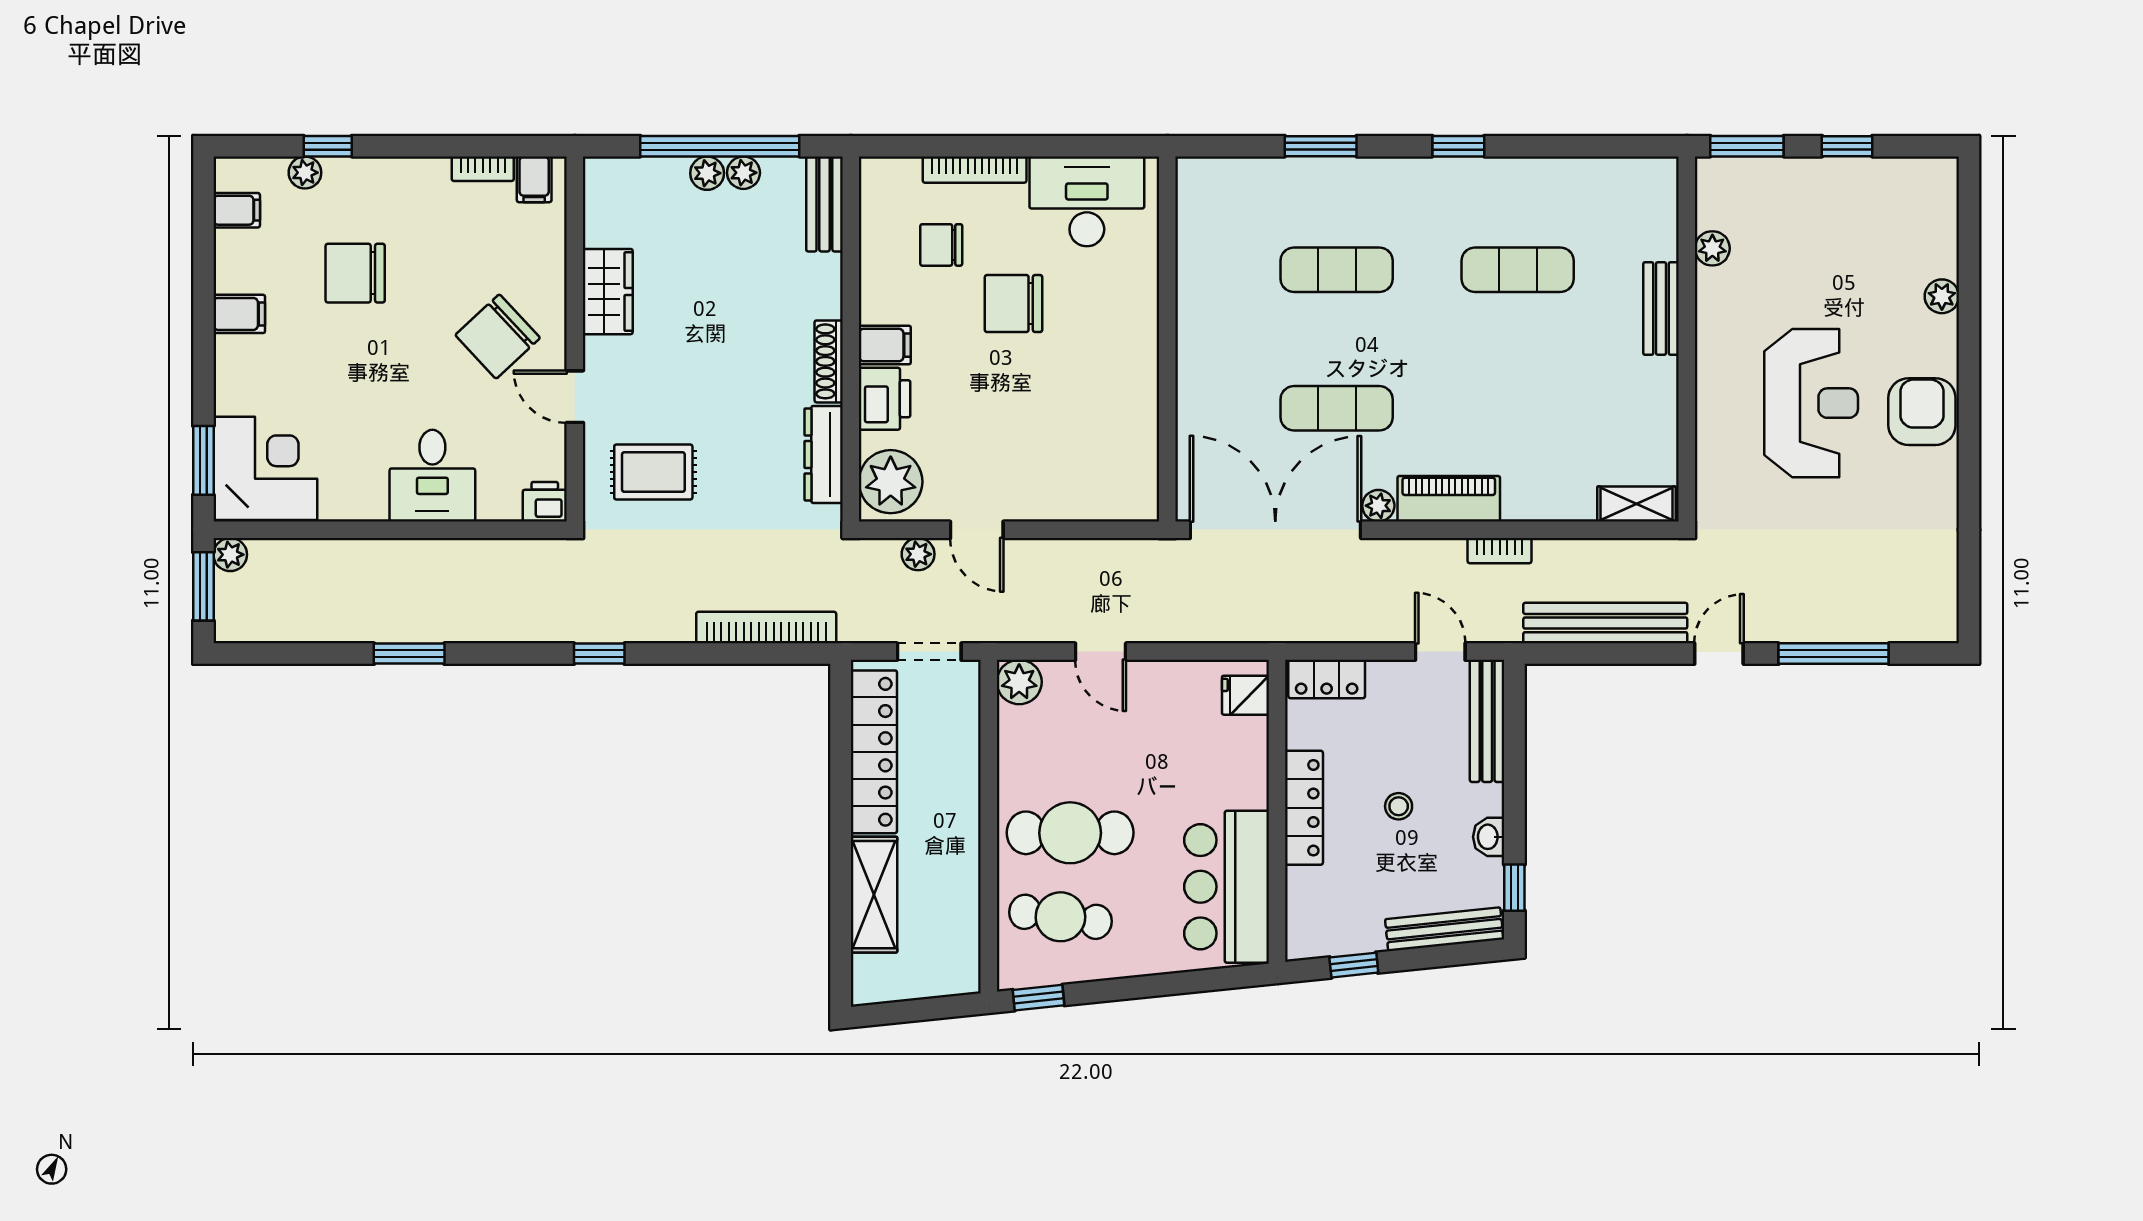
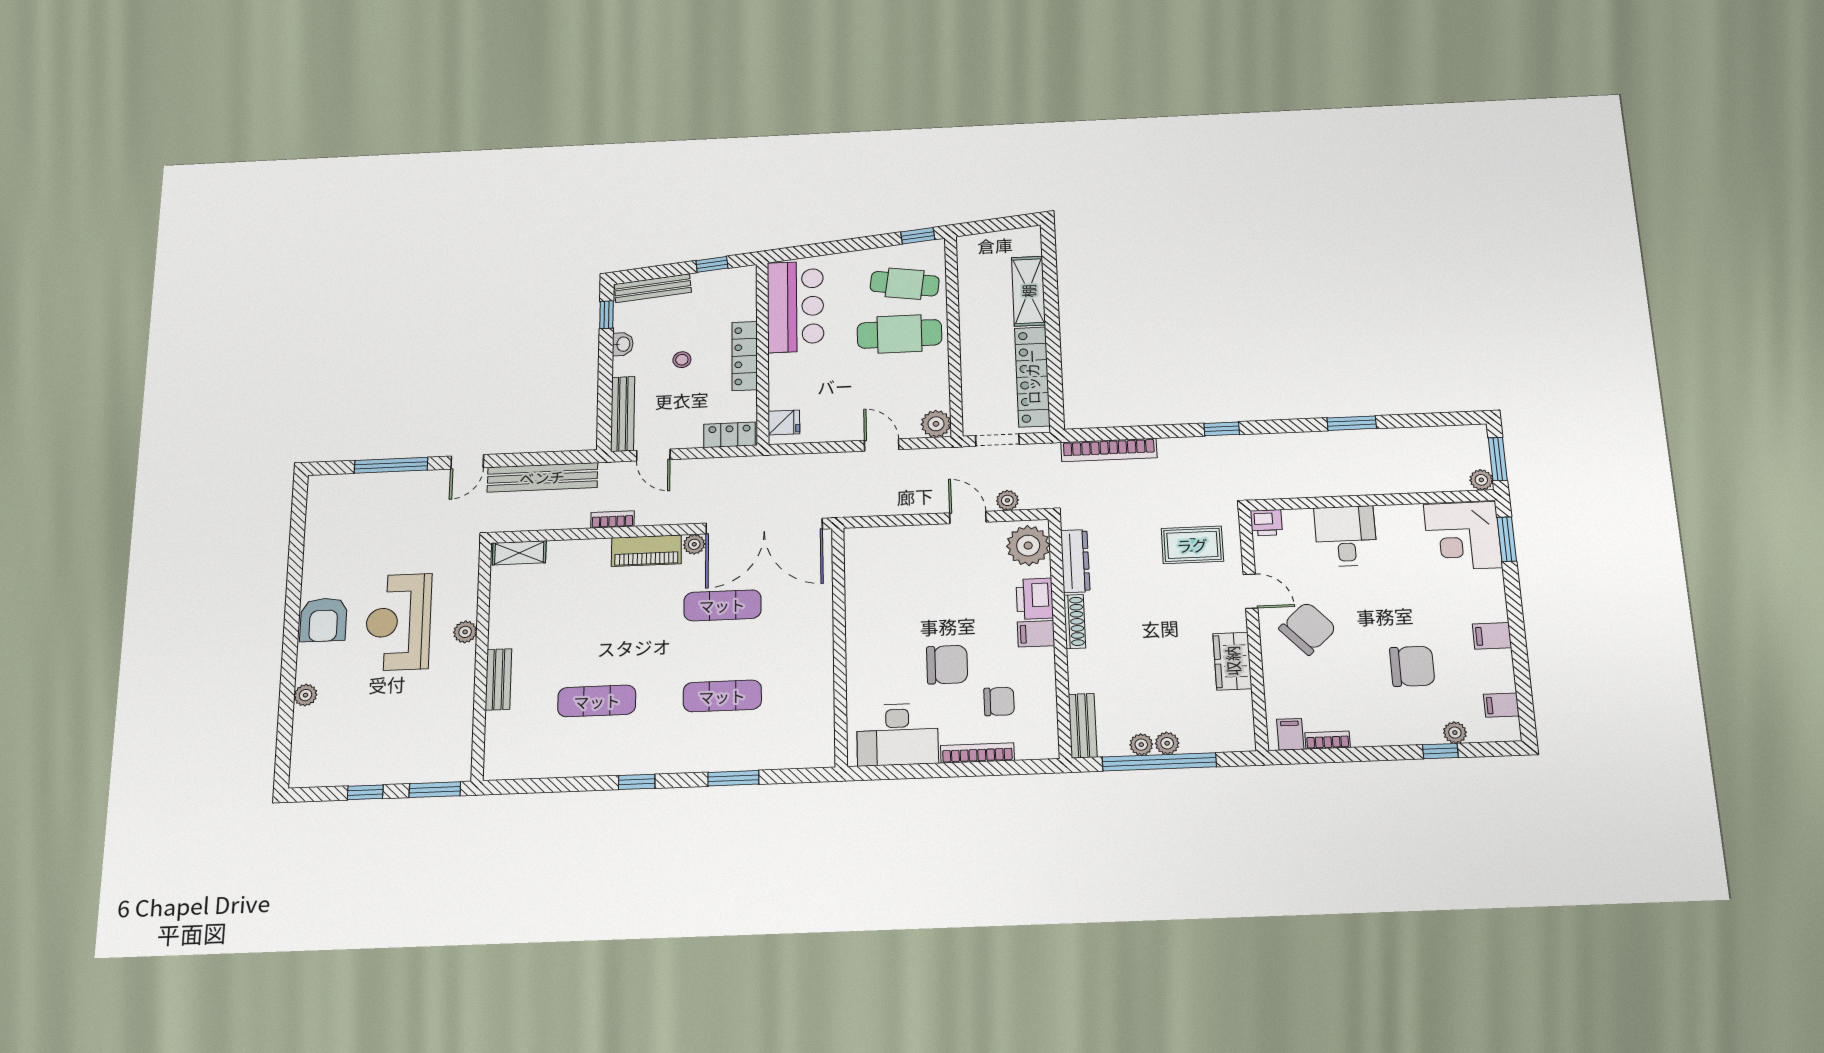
plant: (1712, 248) -> (465, 632), moved

